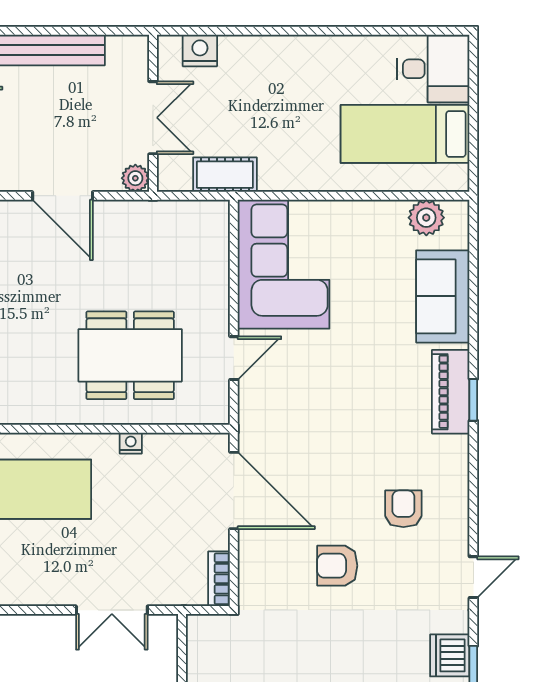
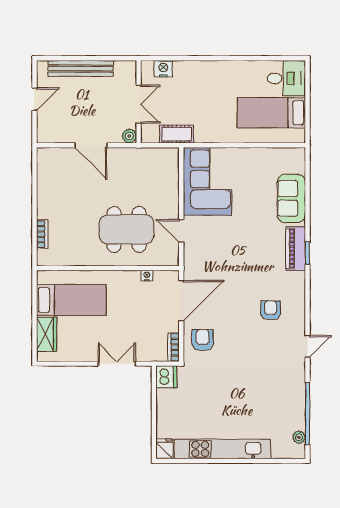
plant: (426, 218) -> (283, 157), removed
door: (234, 358) -> (181, 231), swing flipped
nightstand: (131, 443) -> (147, 276), moved
door: (234, 491) -> (181, 301), hinge flipped
armchair: (337, 566) -> (203, 340), moved, turned 90
double door: (112, 610) -> (117, 364), swing flipped
dishwasher: (450, 655) -> (166, 377), moved, turned 180

